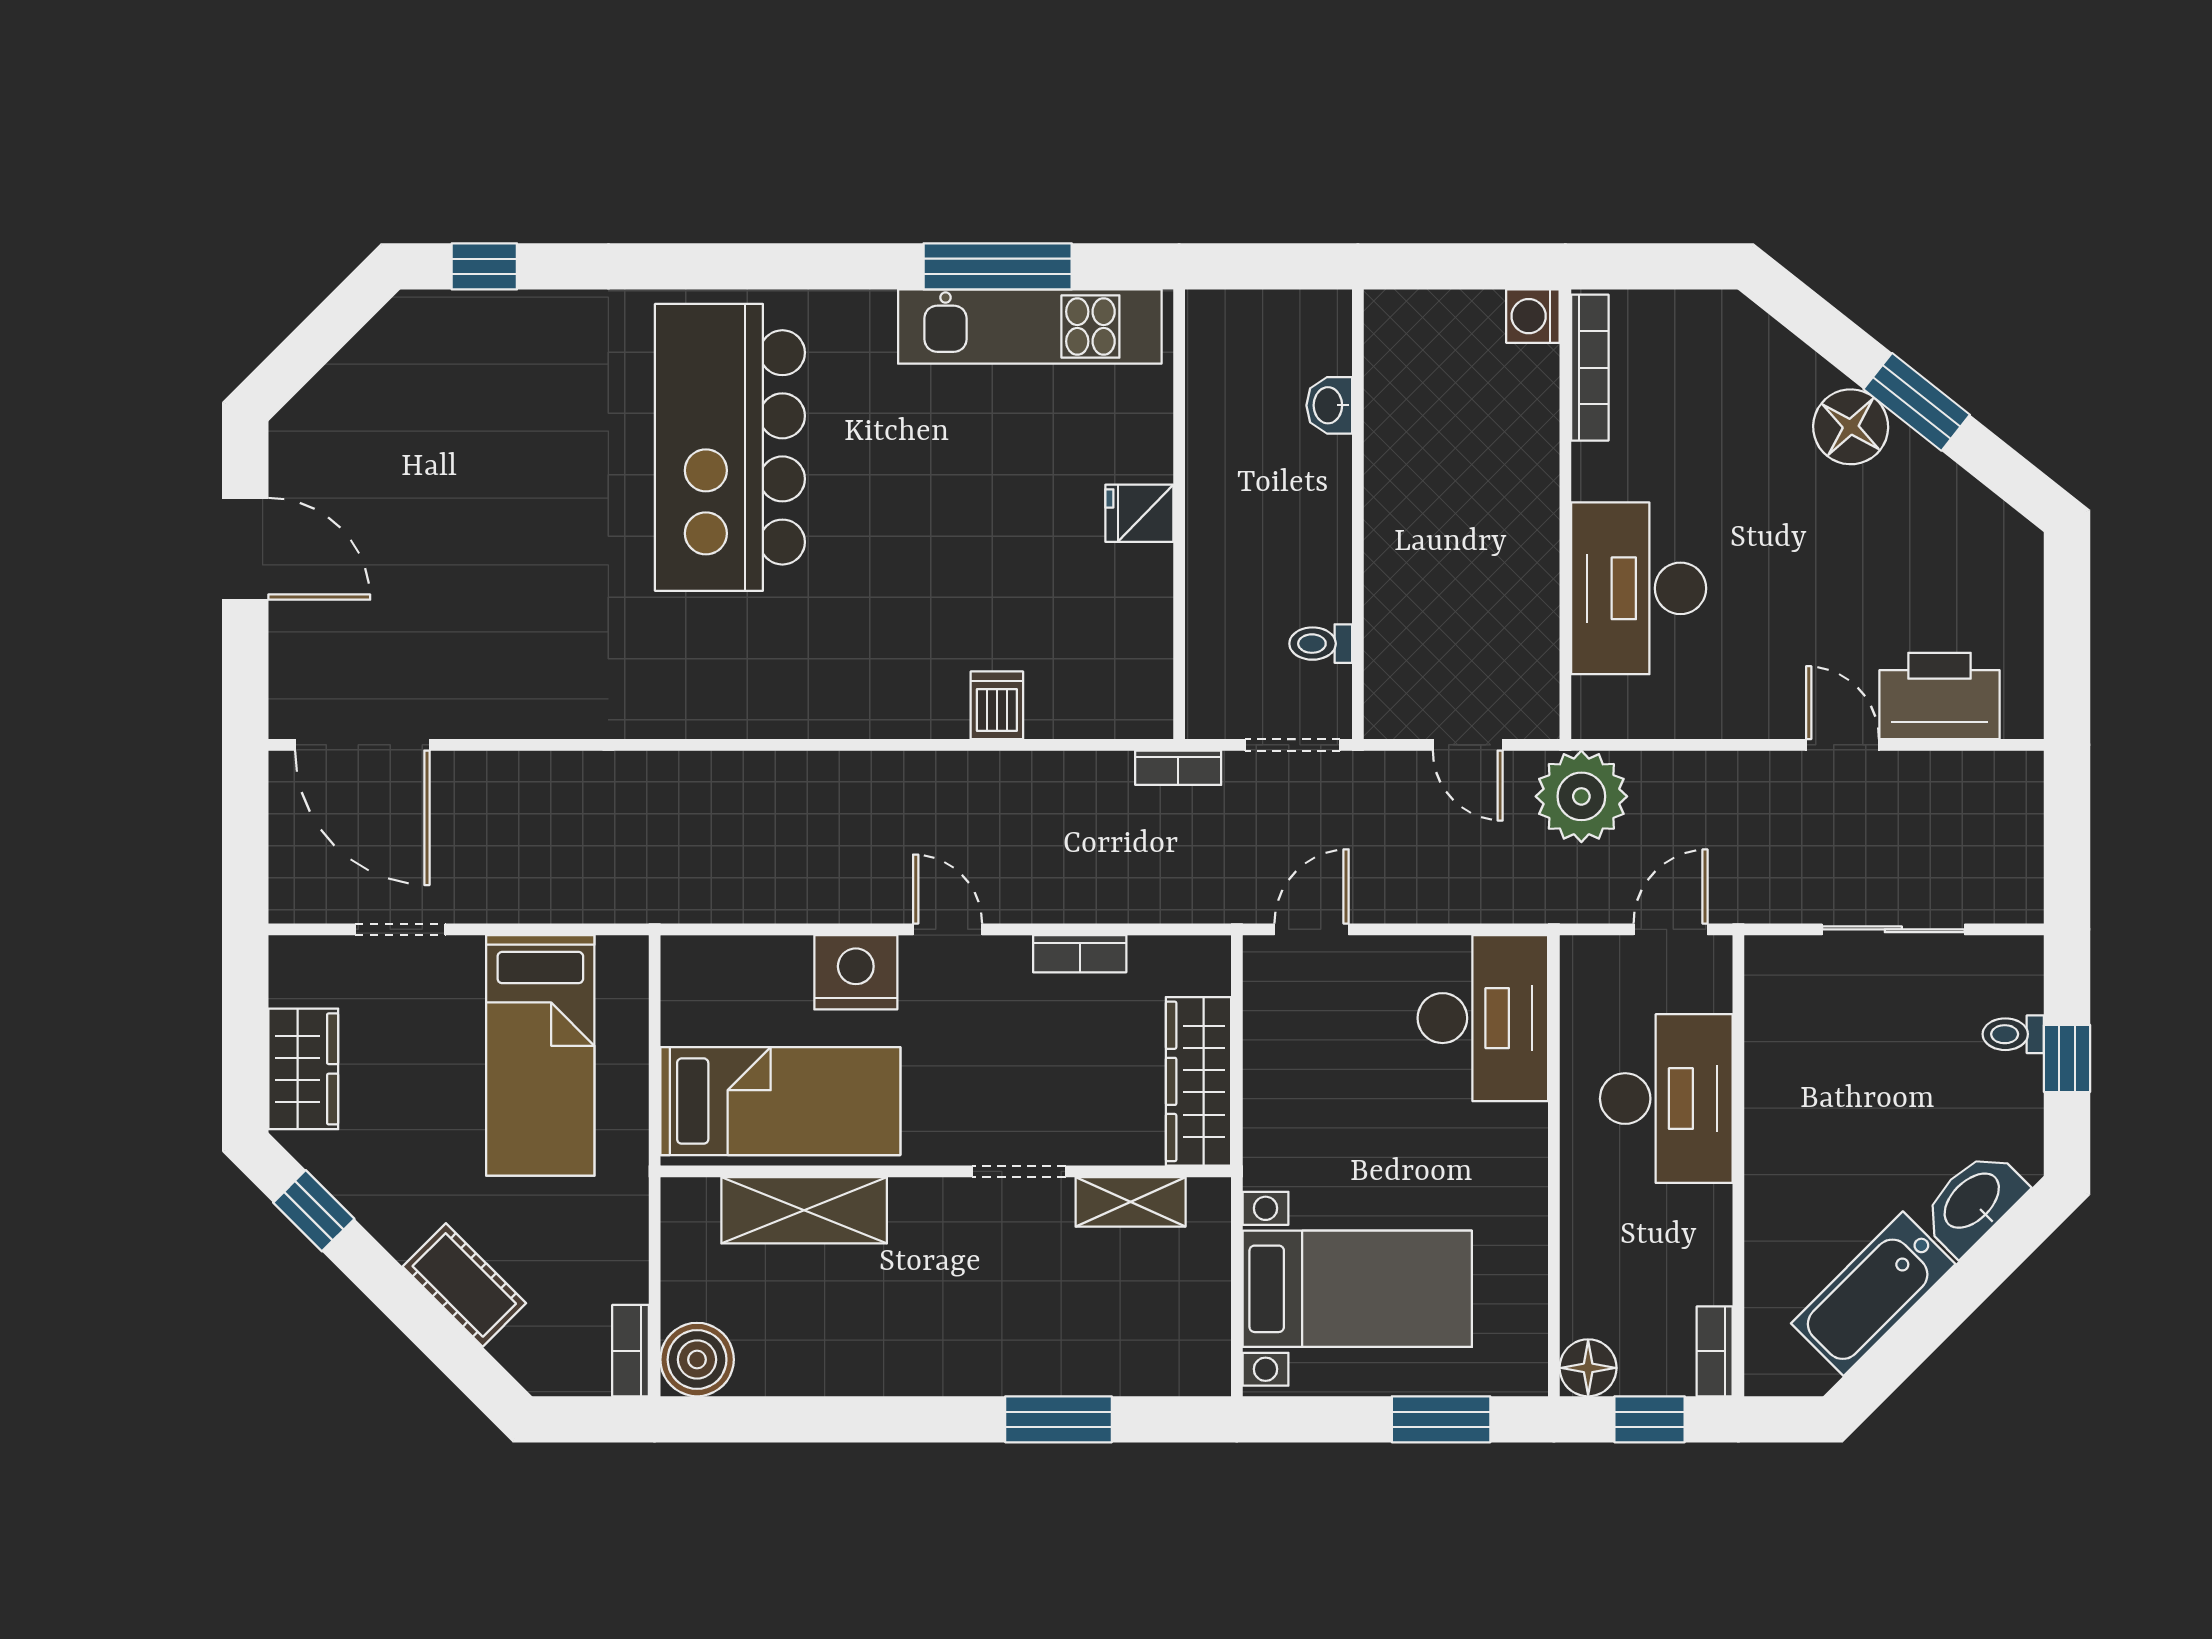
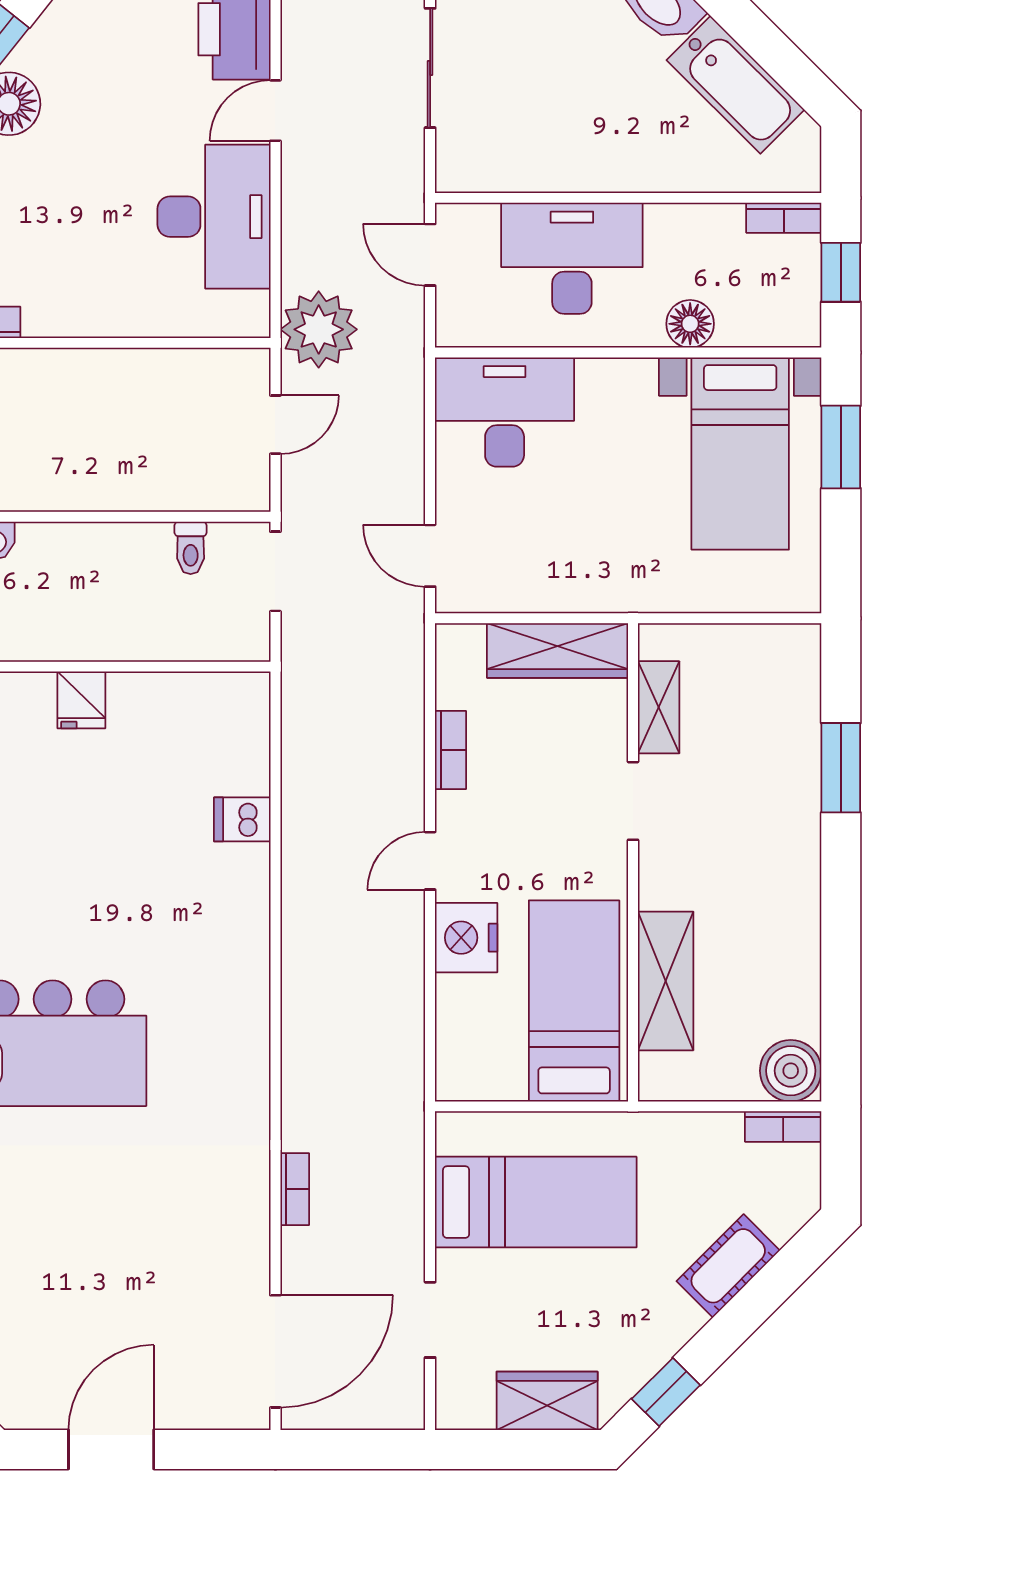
desk: (1639, 588) -> (214, 217), moved, turned -90
bookcase: (1178, 768) -> (295, 1189), moved
bed with nightstands: (1357, 1289) -> (740, 454), moved, turned 180
floor lamp: (1588, 1368) -> (690, 324), moved

